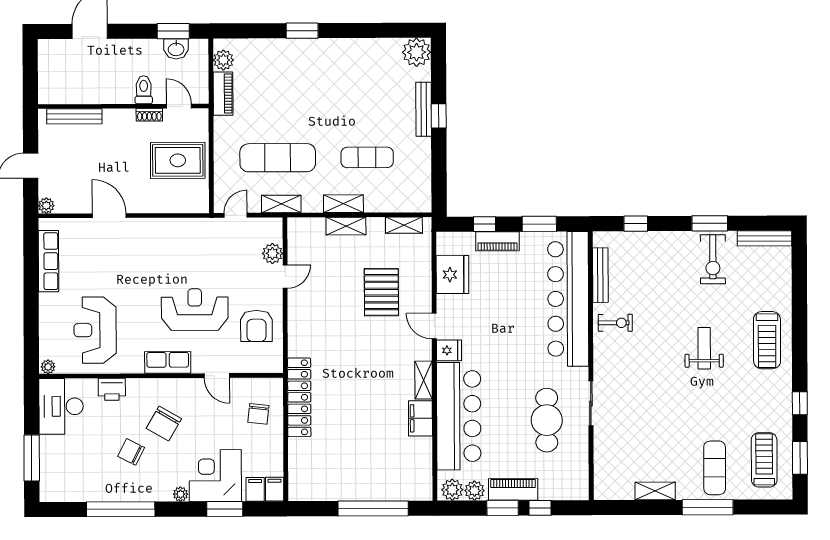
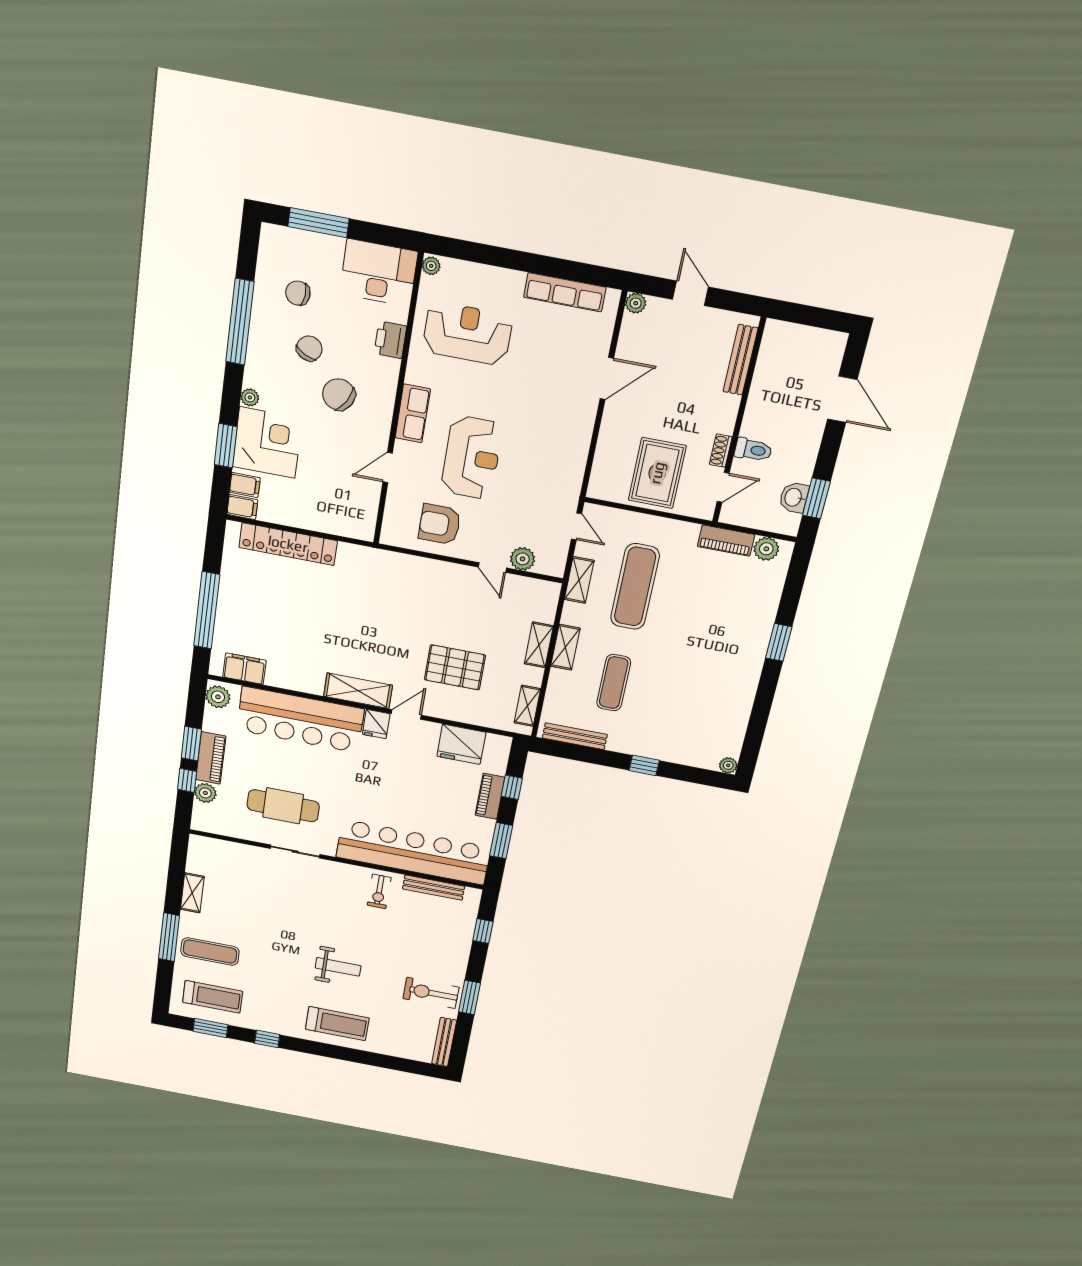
plant: (417, 52) -> (728, 765), width x0.53, depth x0.53
bench: (424, 109) -> (575, 736), moved
treadmill: (767, 340) -> (337, 1024), turned 180
shelving: (424, 380) -> (358, 691), width x1.50, depth x1.33
locker: (299, 397) -> (288, 544), moved
chair: (258, 414) -> (298, 293), moved
filing cabinet: (420, 418) -> (244, 669), moved
plant: (474, 491) -> (205, 793), moved

